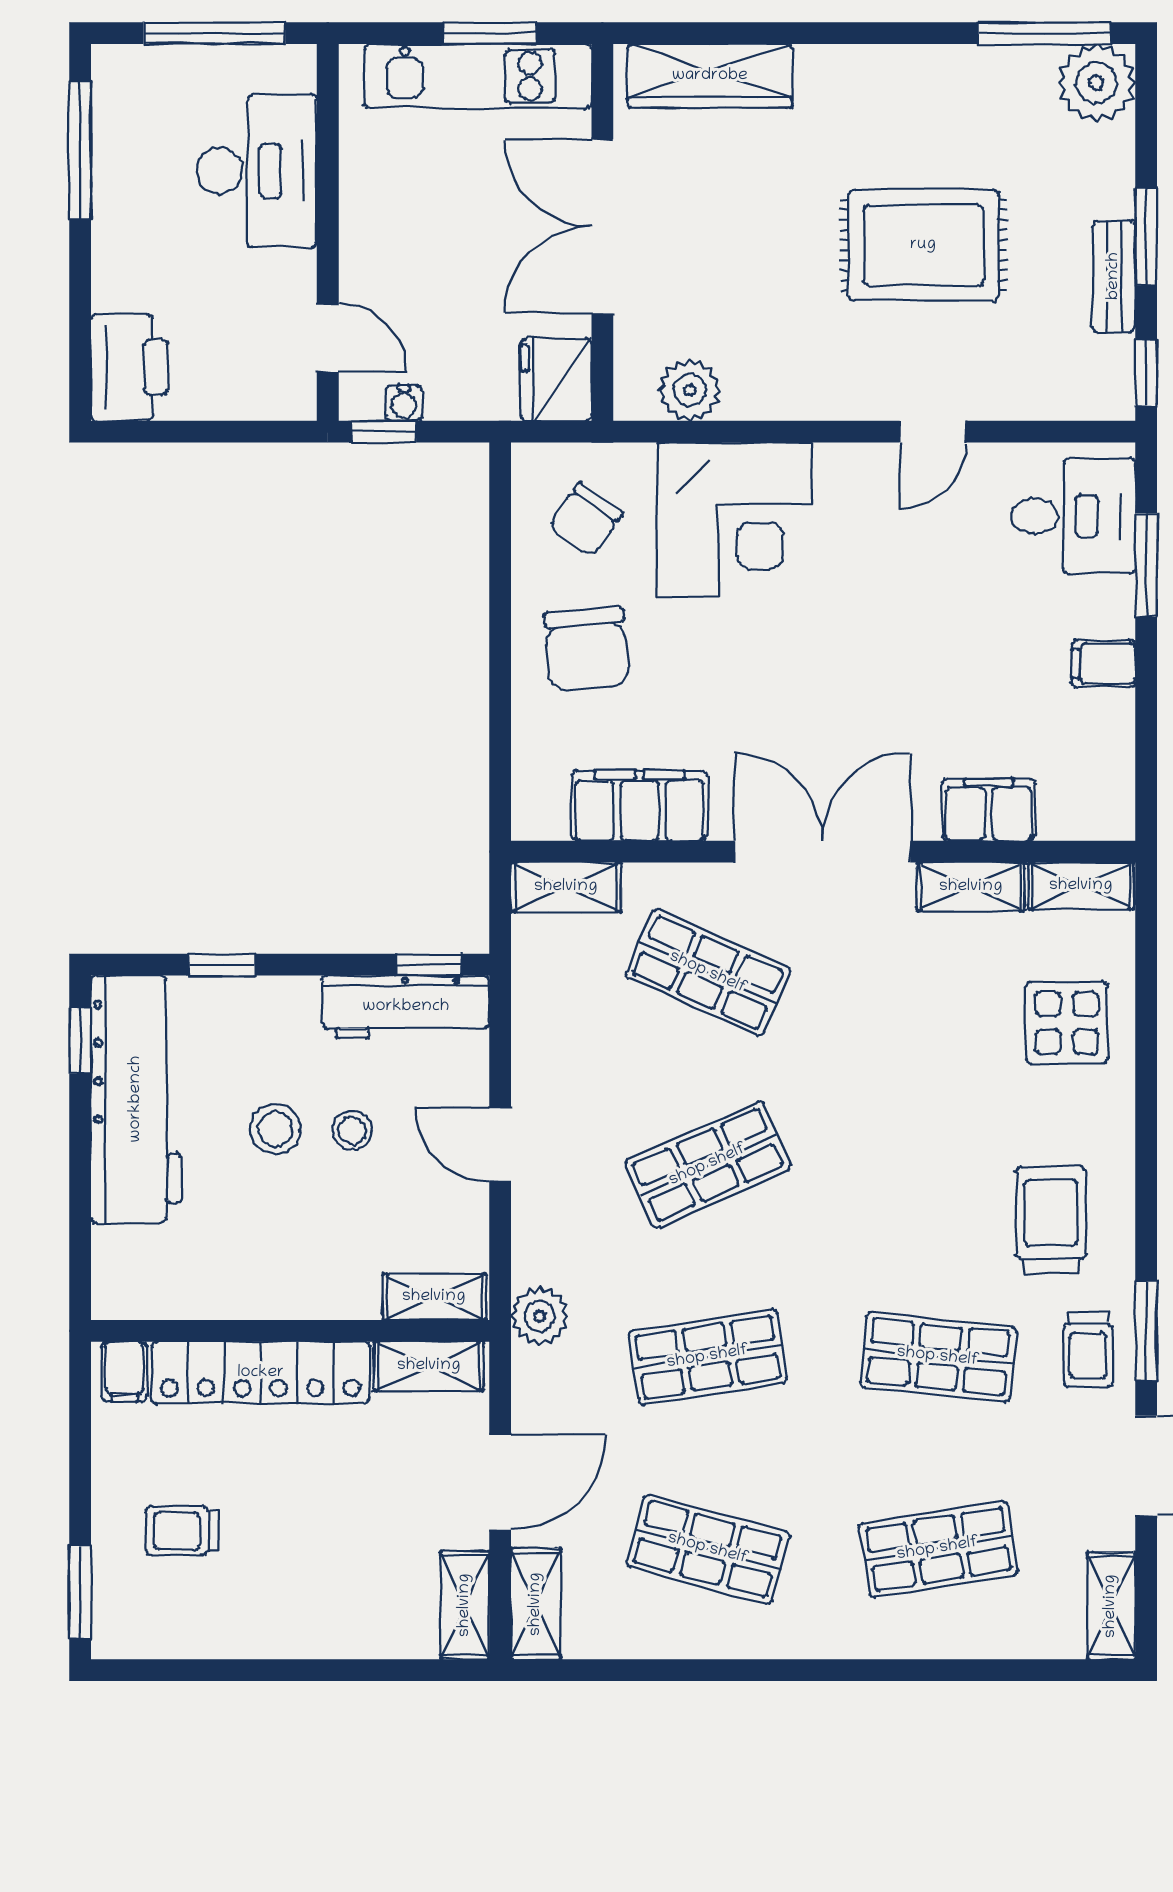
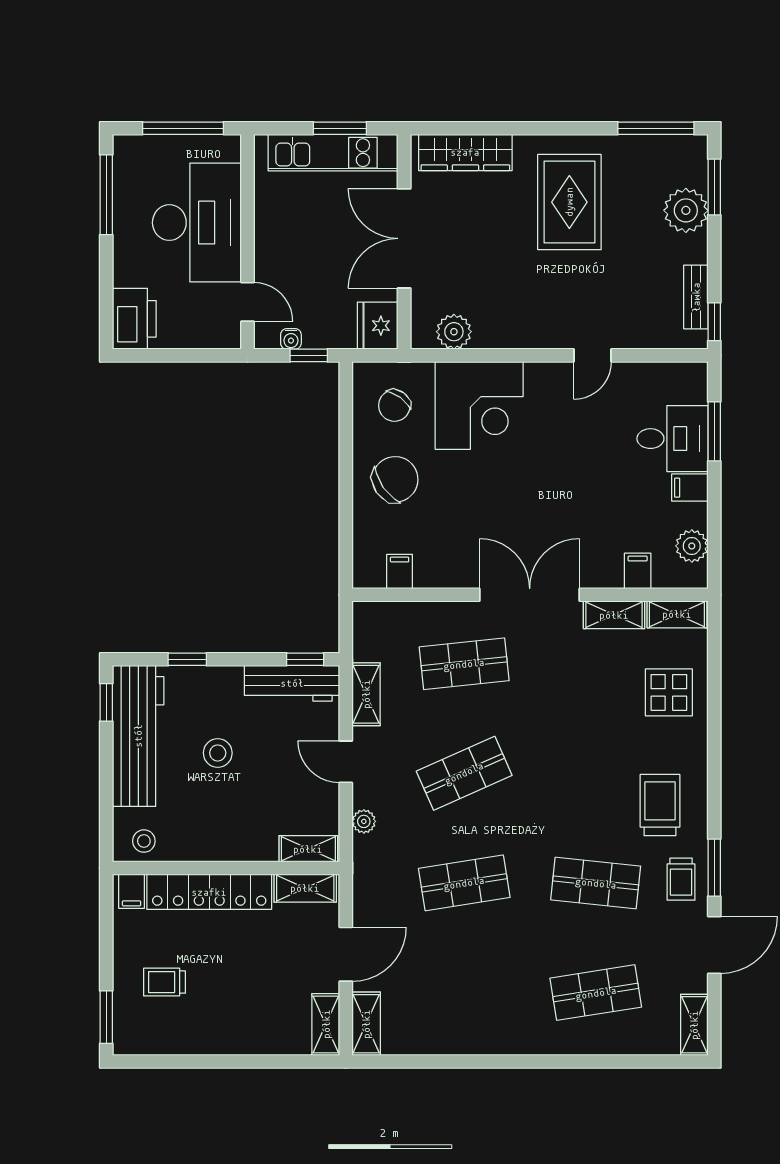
plant: (1097, 83) -> (686, 210), moved
desk: (257, 171) -> (197, 223), width x1.36, depth x1.30
window: (1146, 236) -> (714, 187), moved
rug: (923, 245) -> (569, 202), moved, turned 90
bench: (1114, 276) -> (696, 297), moved
window: (384, 432) -> (309, 355), moved
desk: (1073, 516) -> (672, 439), moved
chair: (587, 649) -> (395, 479), turned -120
plant: (1107, 766) -> (692, 546), added
filing cabinet: (640, 806) -> (400, 572), width x0.33, depth x0.86
filing cabinet: (989, 810) -> (638, 571), width x0.50
shelving: (566, 887) -> (366, 694), moved, turned 90
shop shelf: (708, 973) -> (464, 664), turned -30
stool: (352, 1131) -> (144, 841), moved
plant: (539, 1316) -> (364, 821), moved, width x0.73, depth x0.73
shop shelf: (708, 1549) -> (464, 993), removed

